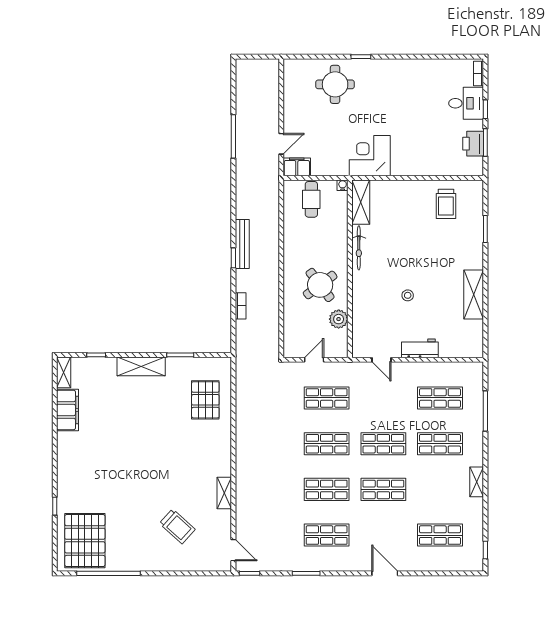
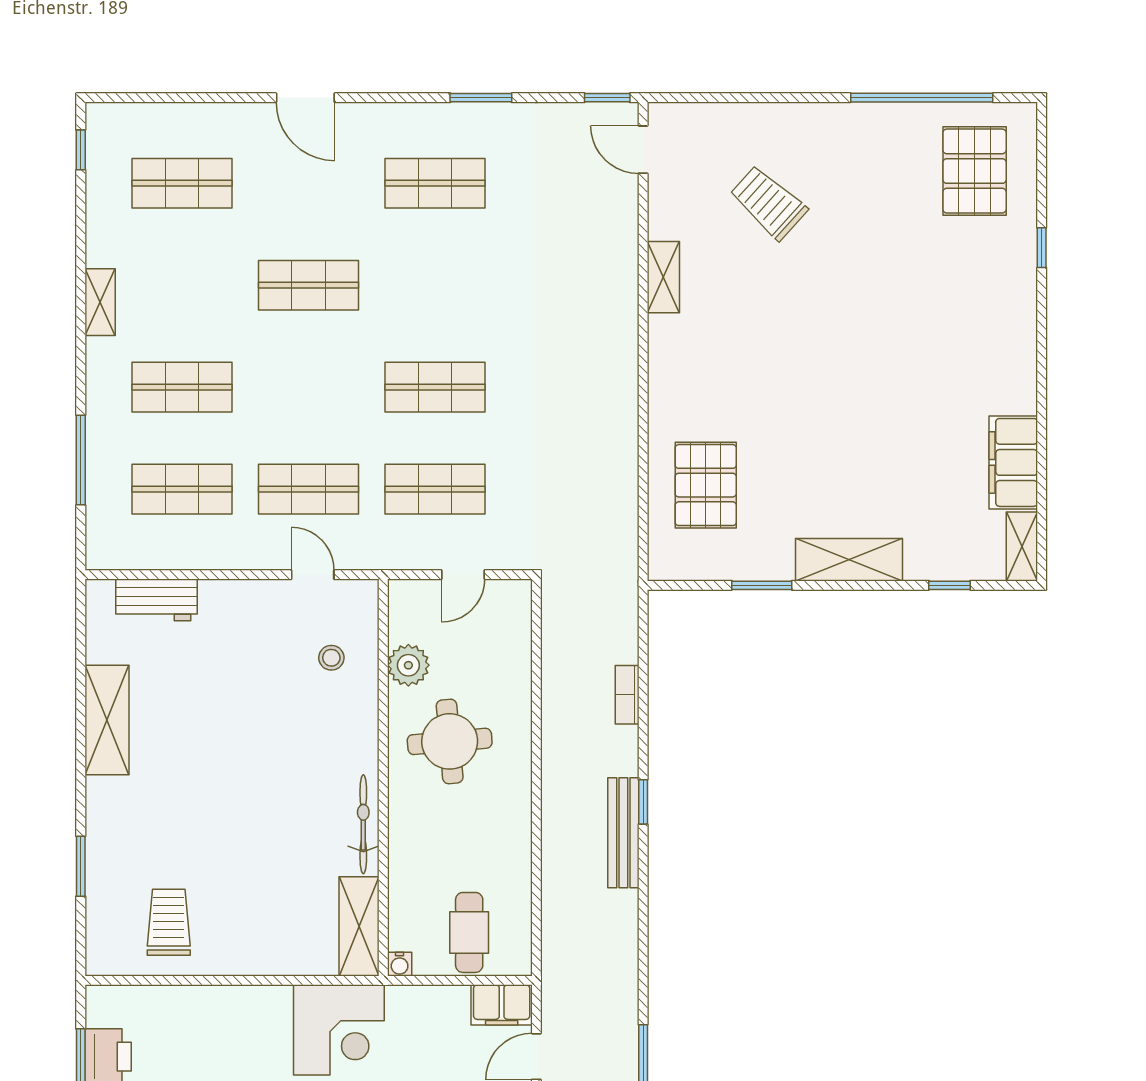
round table: (320, 285) -> (450, 741), turned 32
stool: (408, 295) -> (331, 658), moved
workbench: (420, 348) -> (157, 600), moved
shop shelf: (383, 444) -> (309, 489), moved
shop shelf: (327, 489) -> (435, 285), removed
pallet: (85, 541) -> (975, 171), width x0.73, depth x0.71

